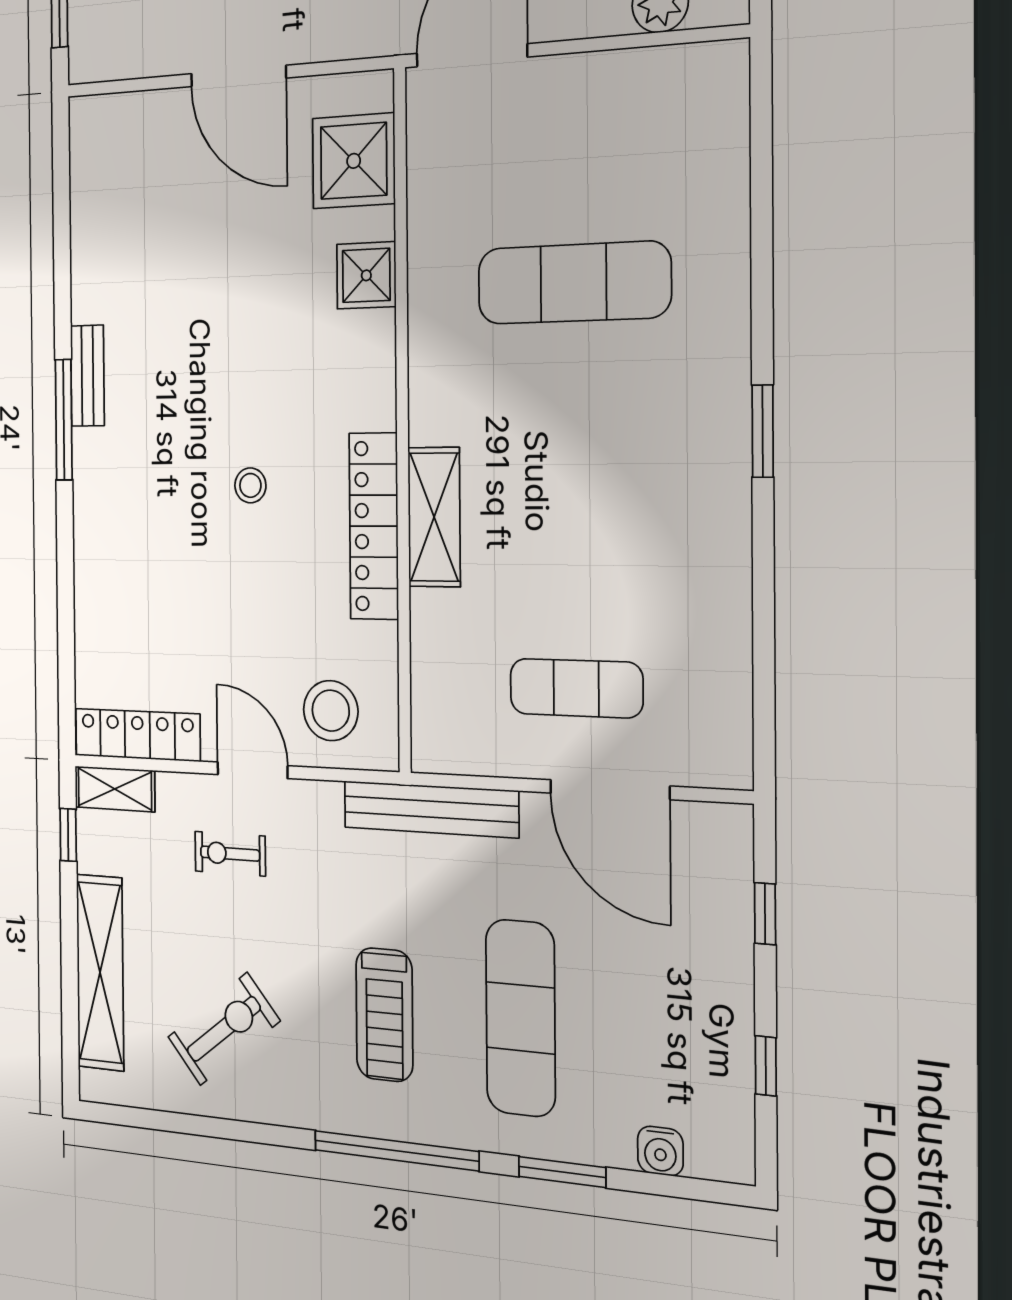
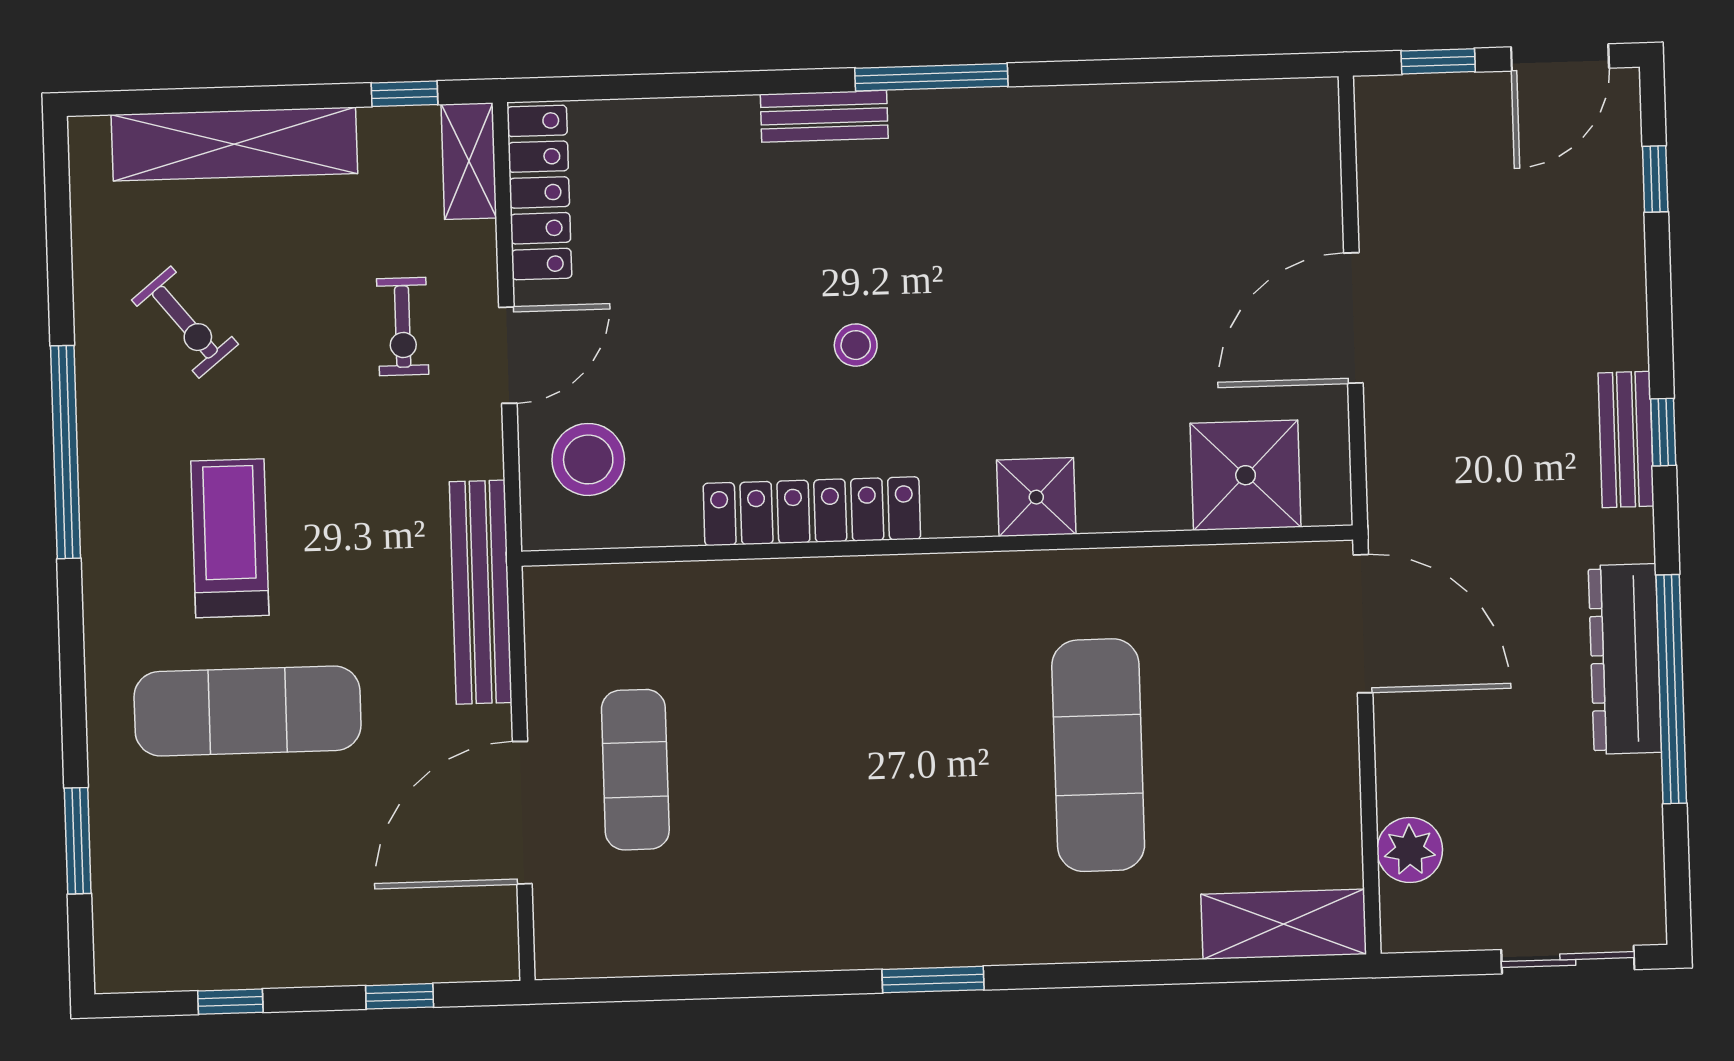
shower: (366, 275) -> (1036, 497), moved
bench: (87, 376) -> (824, 116), moved
shelving: (434, 517) -> (1284, 924), moved
exercise bike: (230, 854) -> (403, 327), turned 180
treadmill: (384, 1015) -> (230, 538), turned 90
exercise bike: (224, 1029) -> (185, 322), width x0.73, depth x0.72
window: (396, 1151) -> (66, 452), moved
water cooler: (660, 1151) -> (117, 883), removed
window: (562, 1172) -> (78, 841), moved

